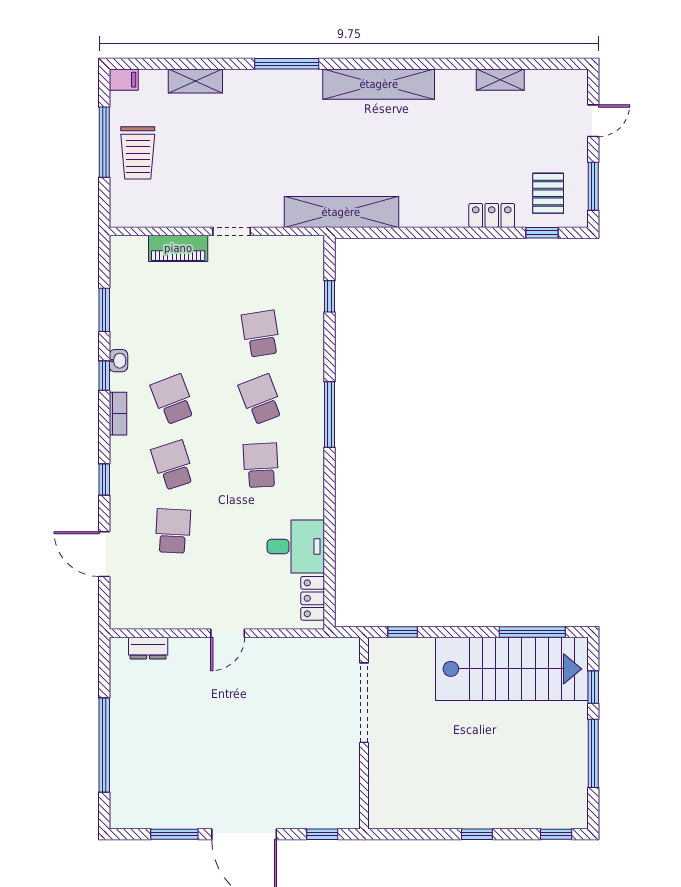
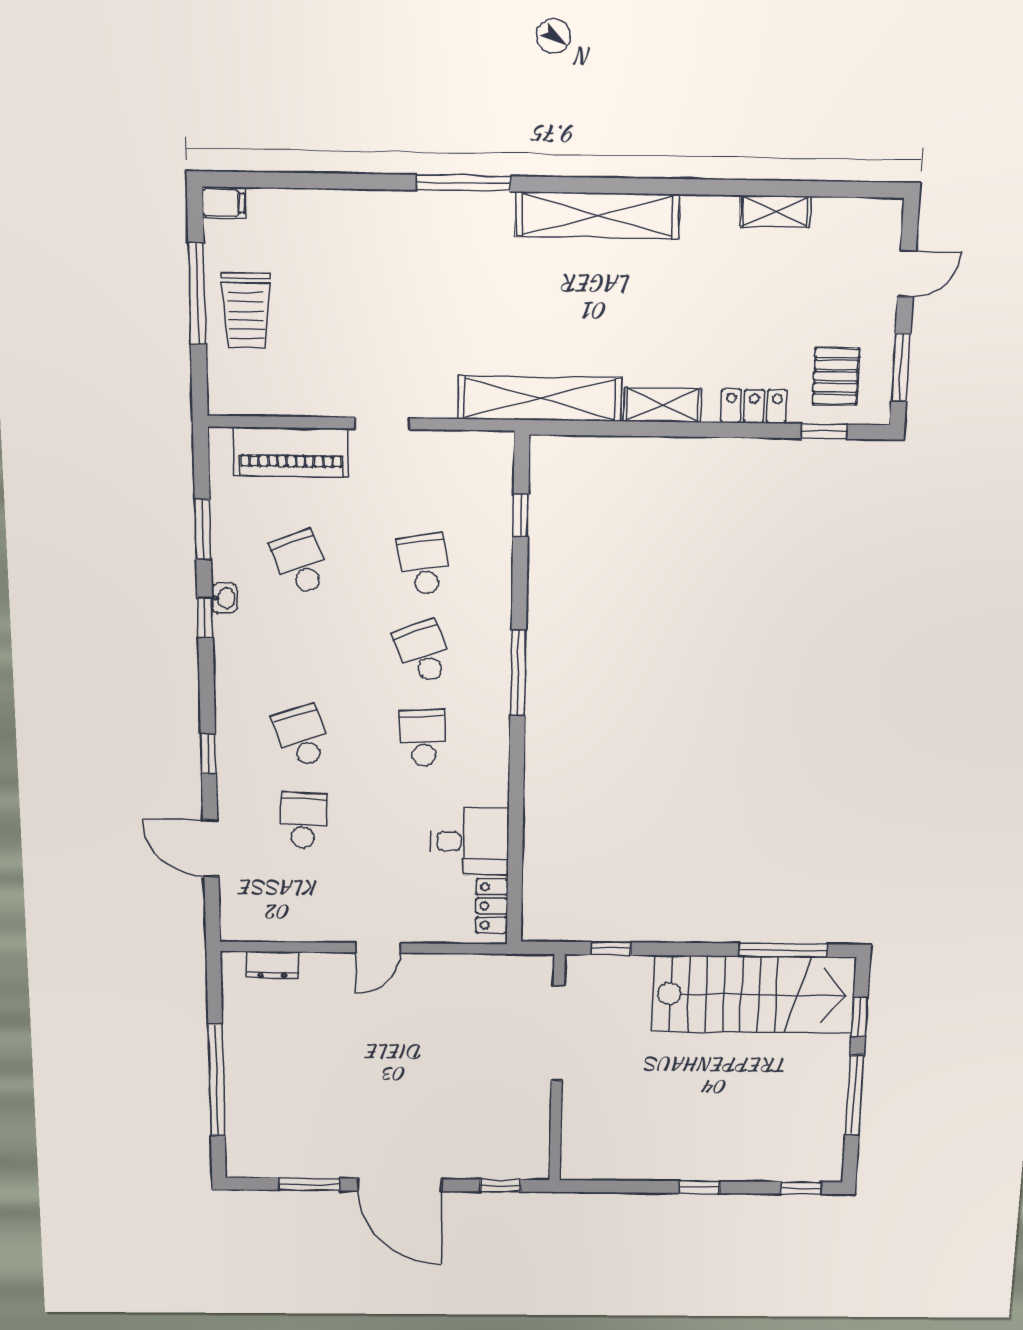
shelving: (195, 81) -> (662, 405), moved
piano: (178, 248) -> (291, 452), width x1.37, depth x1.33
school desk: (173, 399) -> (300, 563), moved
bookcase: (118, 414) -> (225, 668), removed

